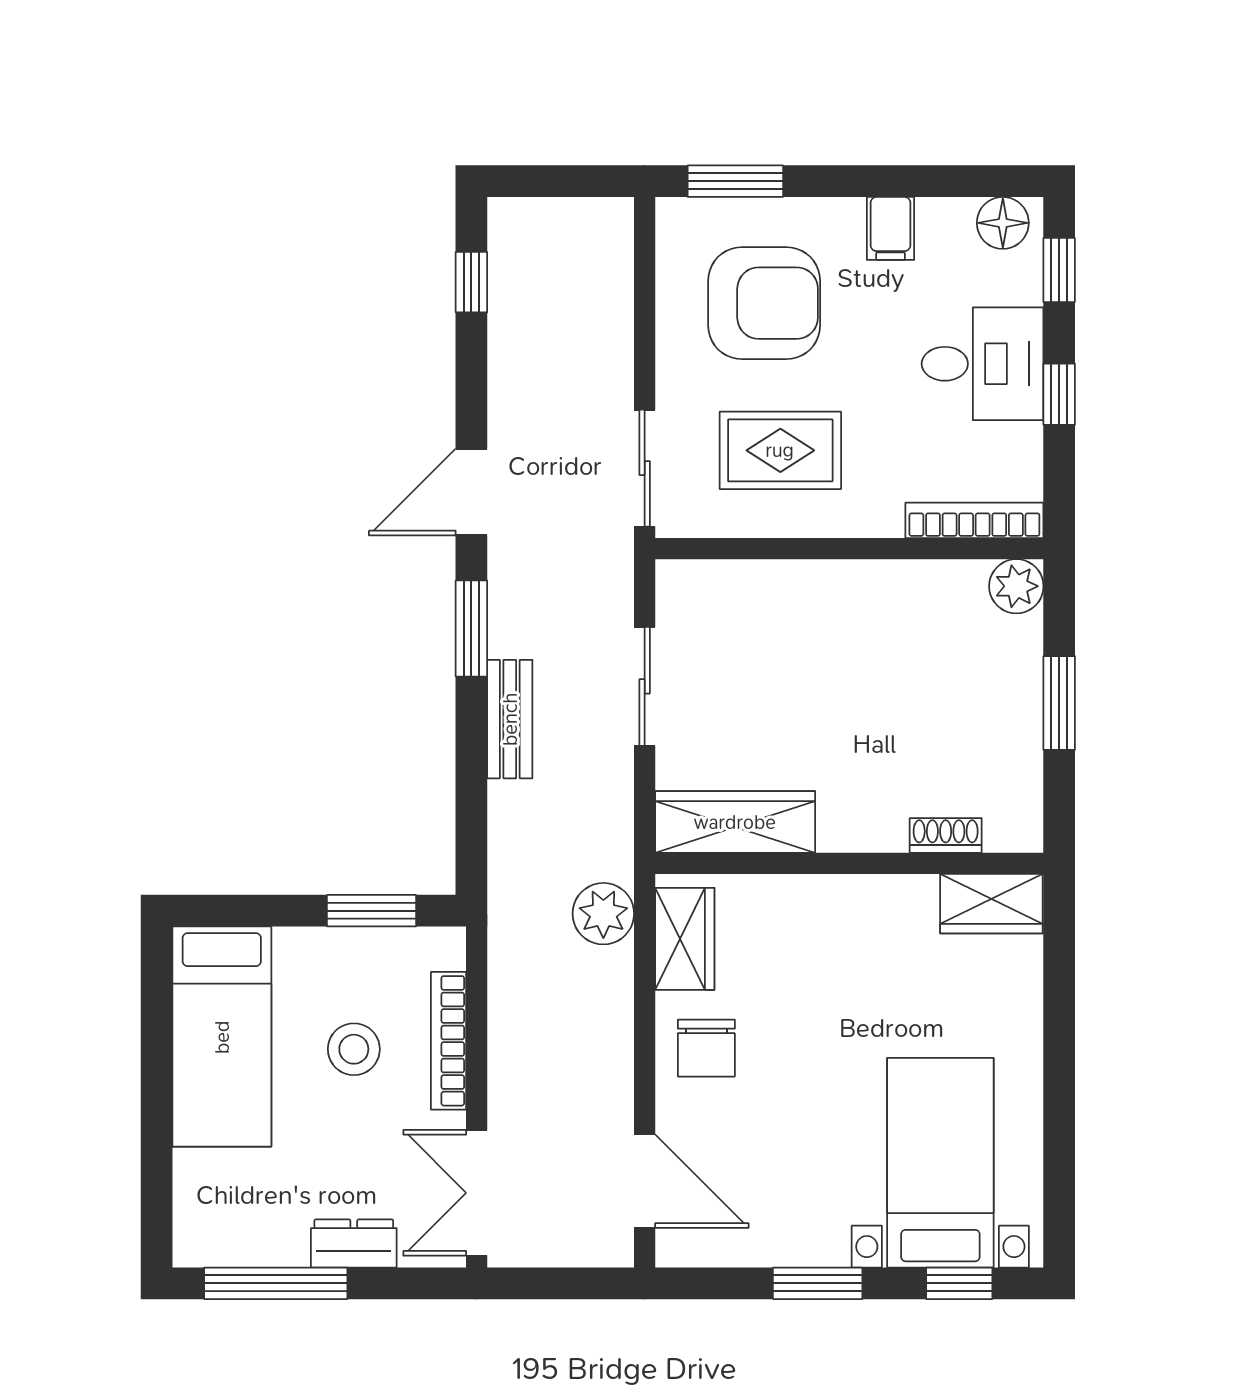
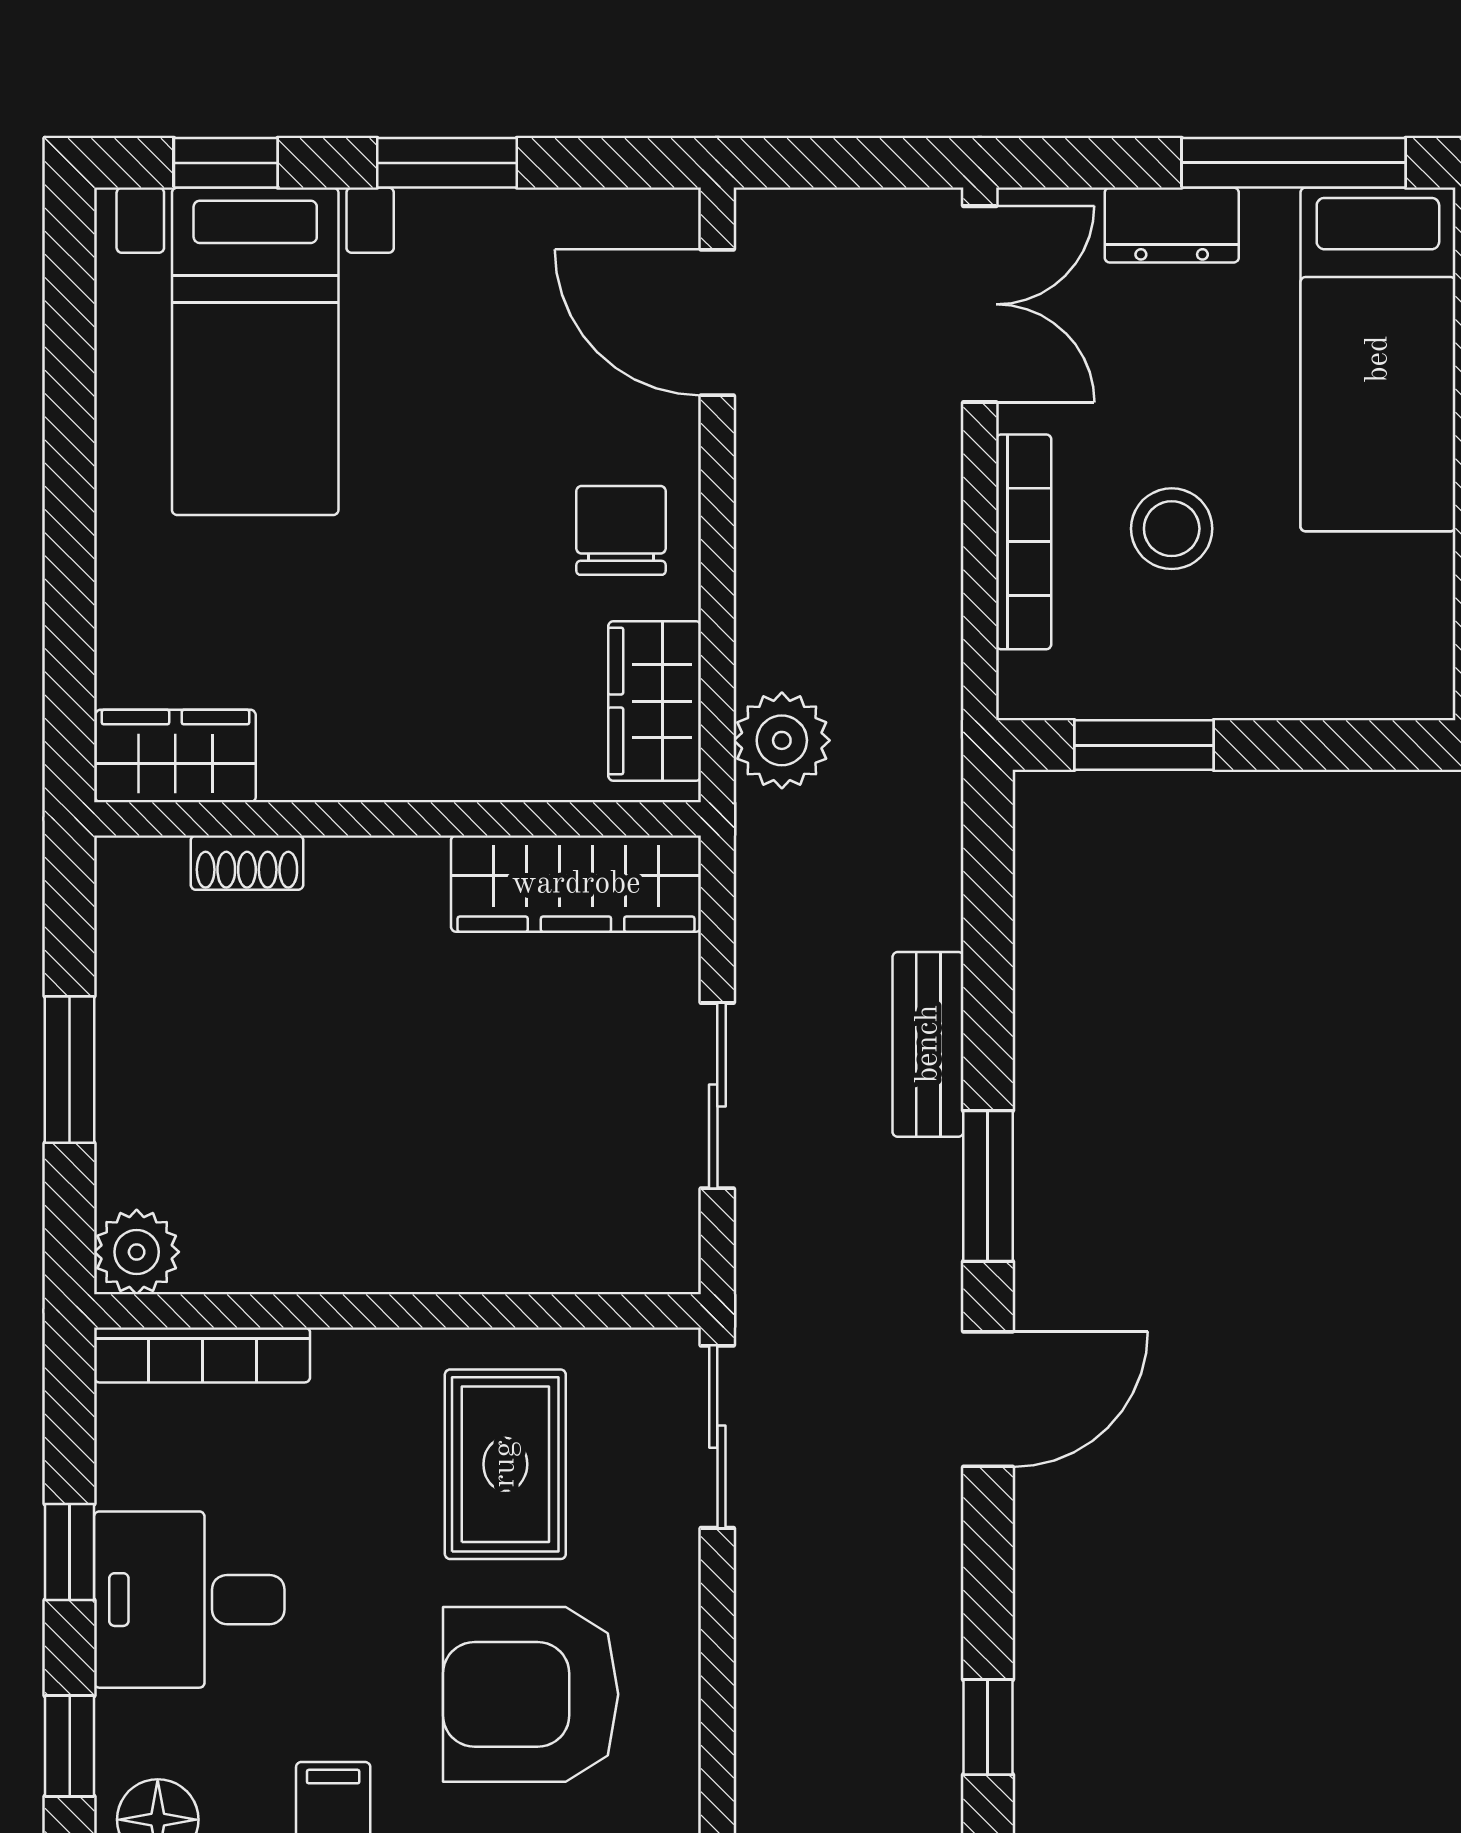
rug: (780, 450) -> (505, 1464), turned 90
bed: (222, 1037) -> (1378, 359), moved, turned 180

